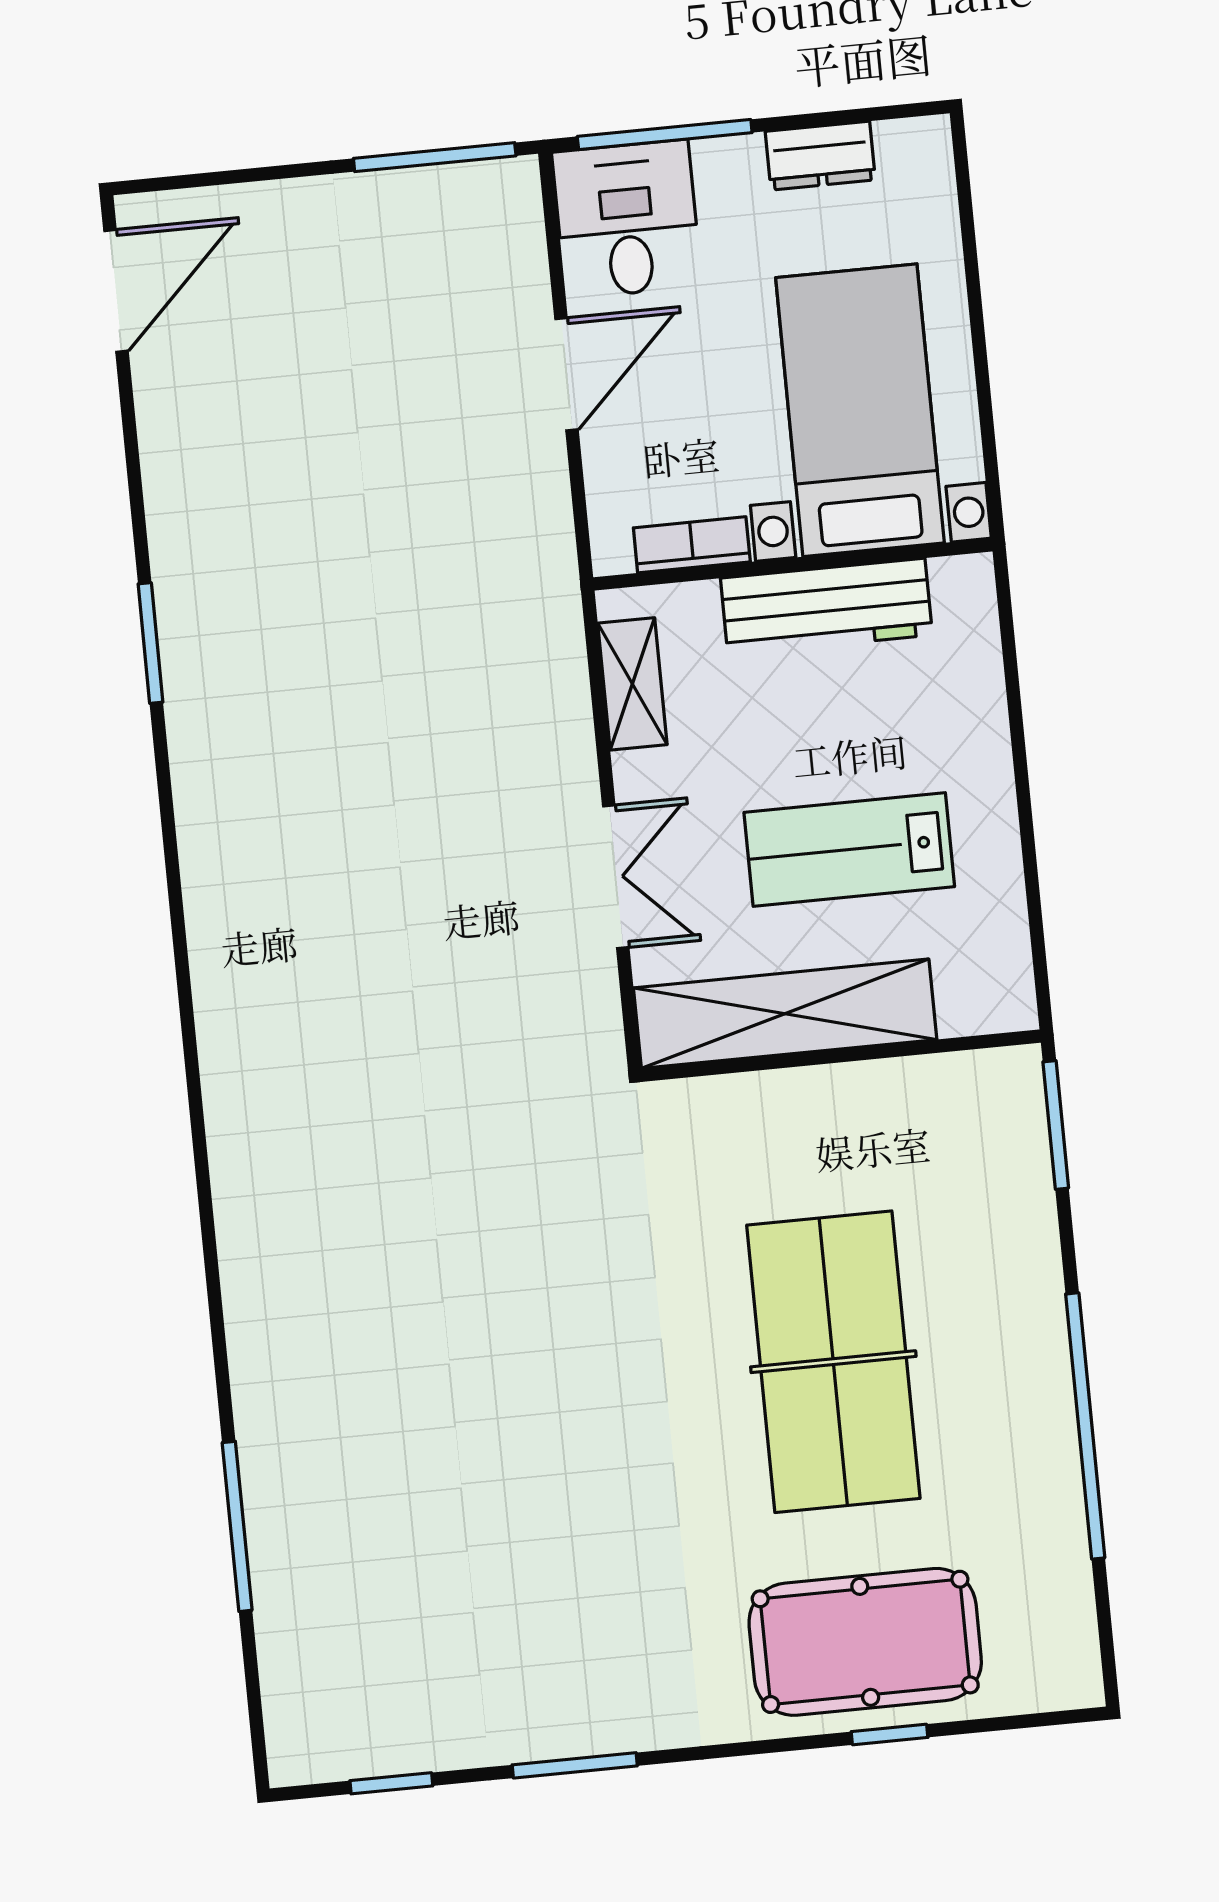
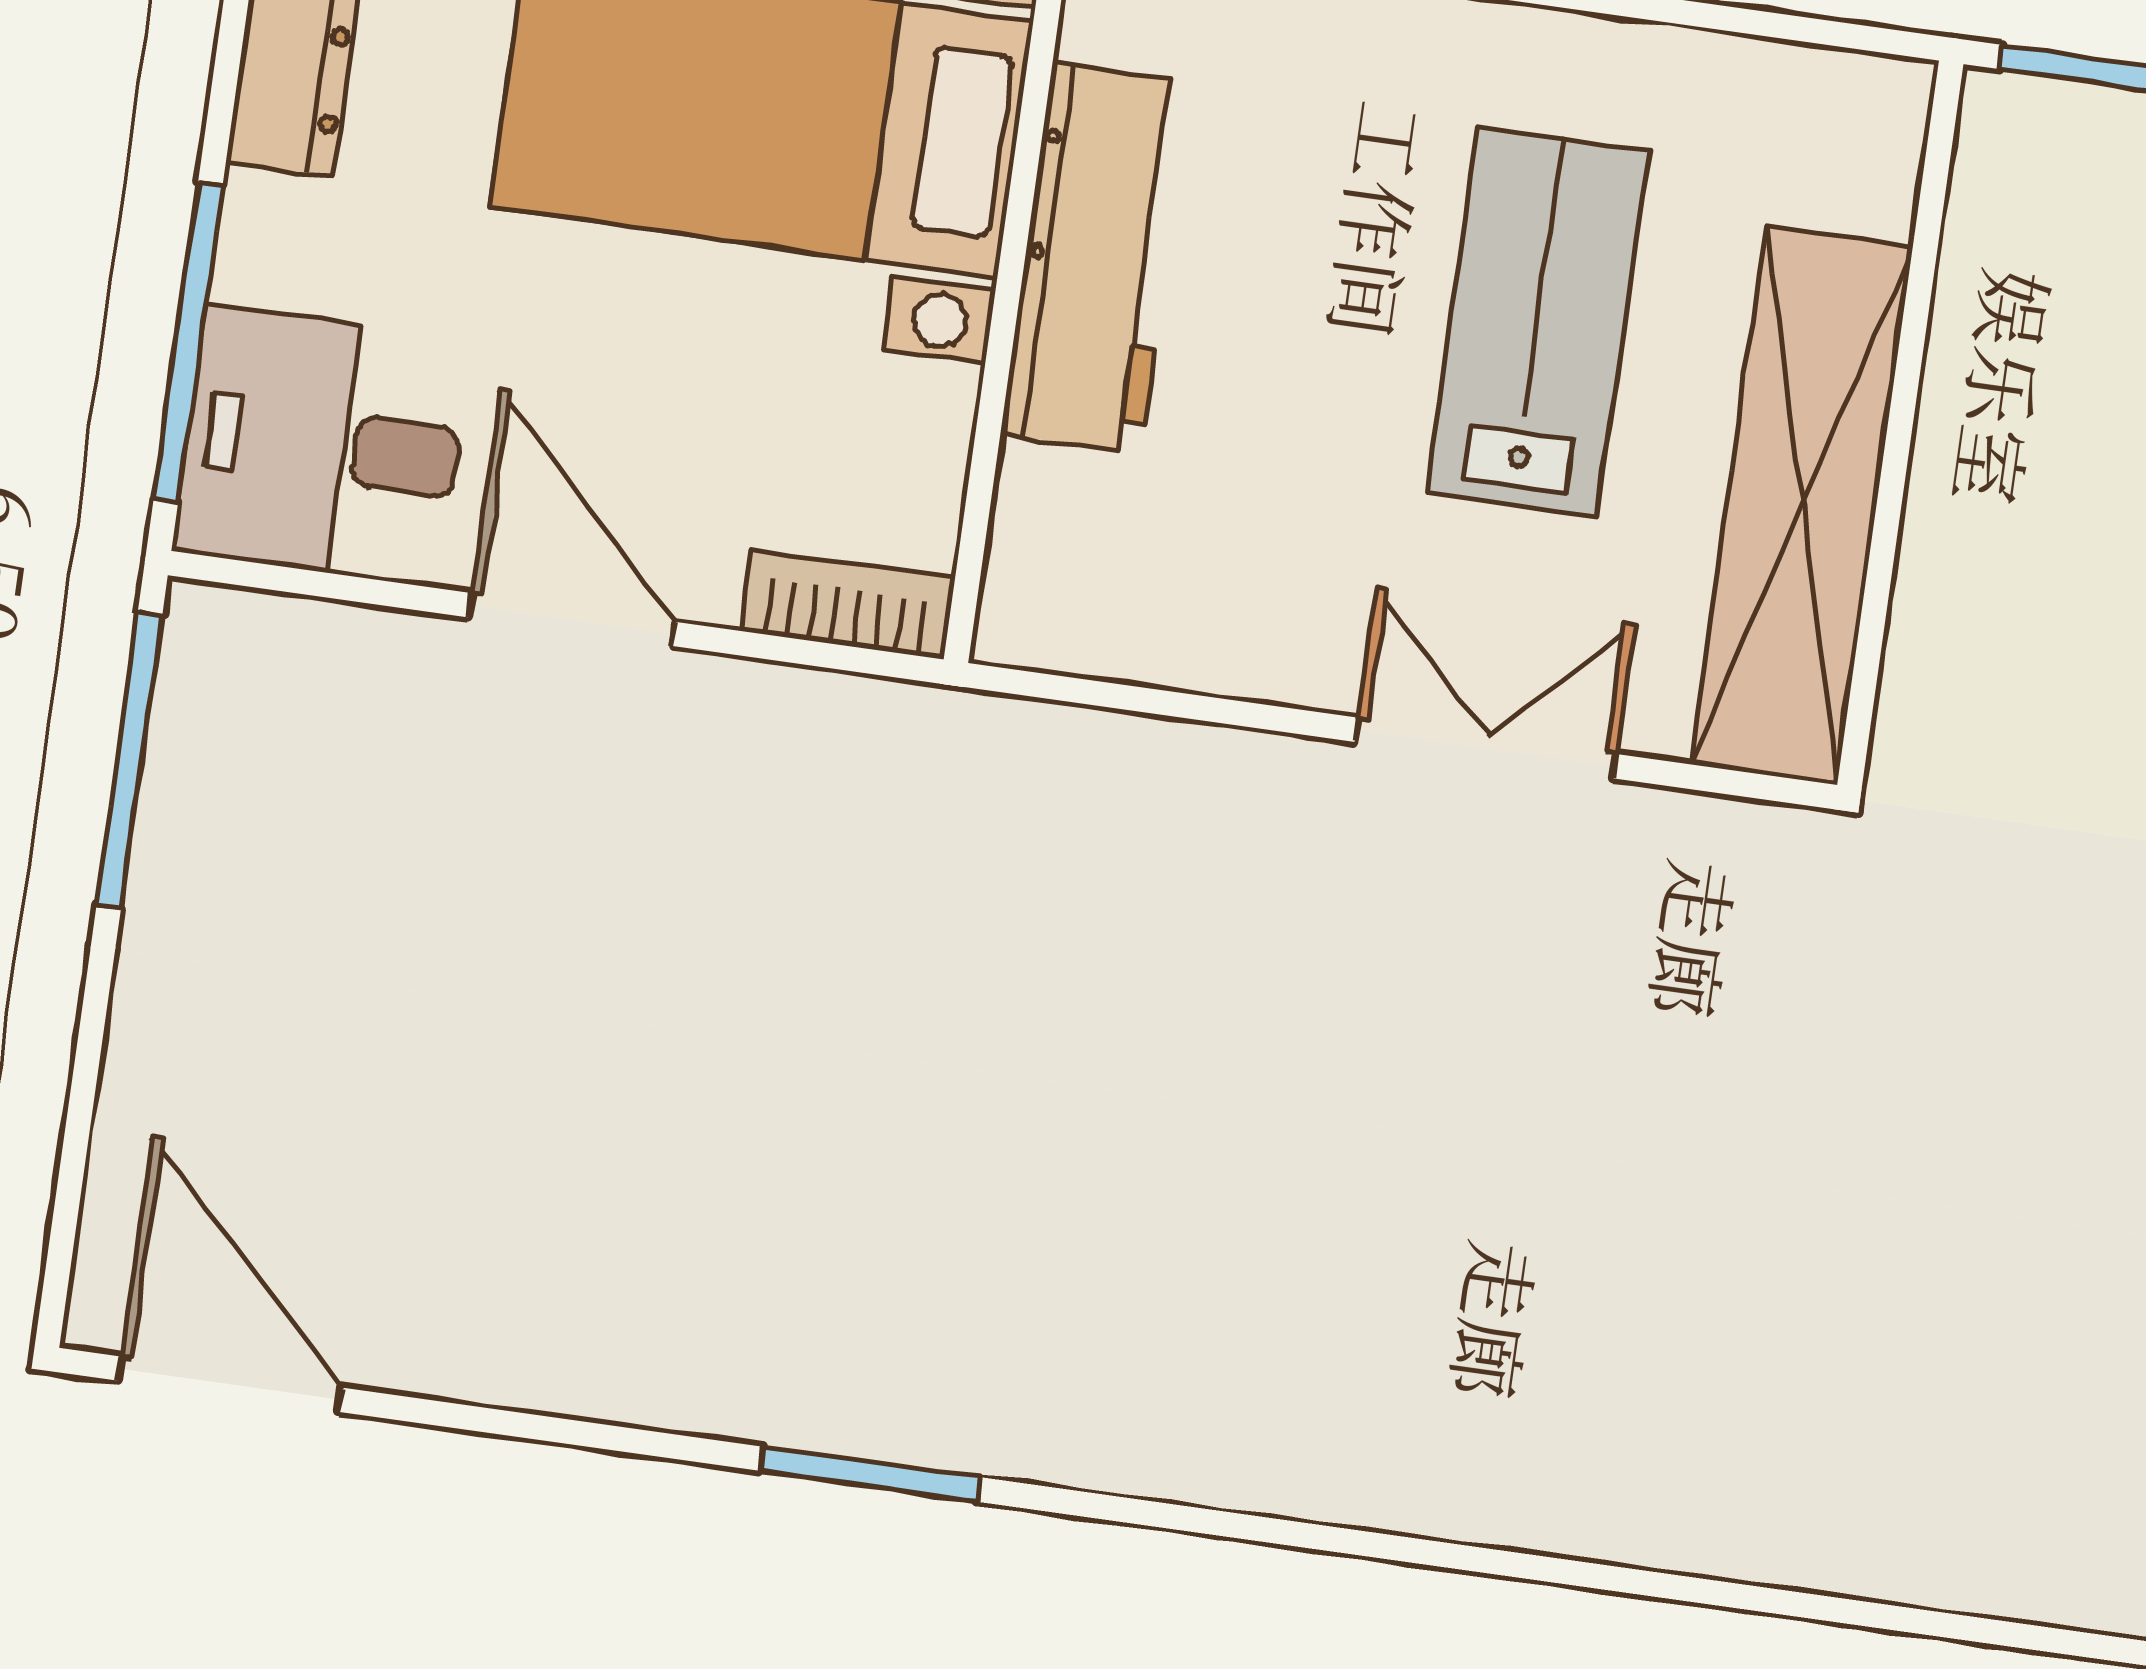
bookcase: (692, 545) -> (847, 604), moved, turned 90
shelving: (632, 684) -> (1150, 636), removed
lab bench: (849, 850) -> (1538, 322), turned 180

